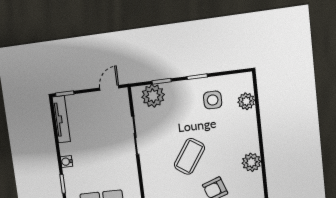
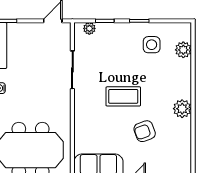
plant: (153, 96) -> (89, 28), width x0.53, depth x0.53
coffee table: (189, 156) -> (123, 96), turned 56

